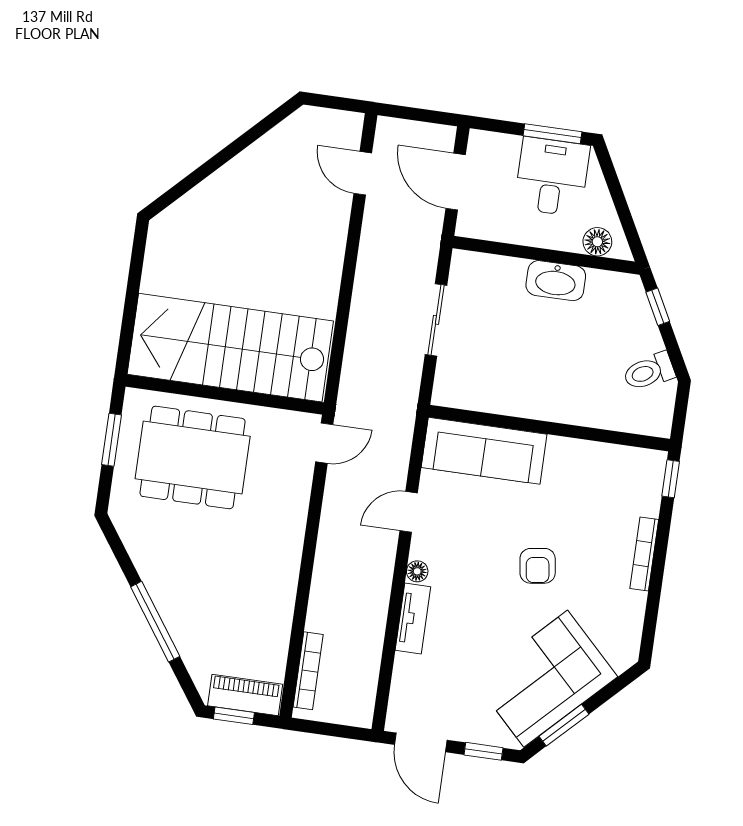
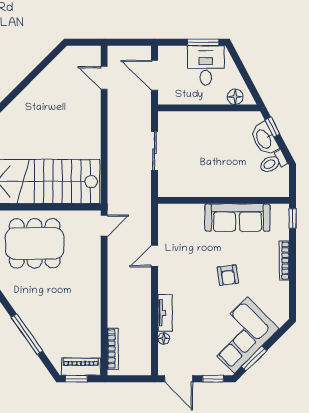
washbasin: (556, 281) -> (264, 139), moved, turned 62
sofa: (484, 451) -> (237, 218), moved
floor lamp: (417, 571) -> (164, 338), moved

